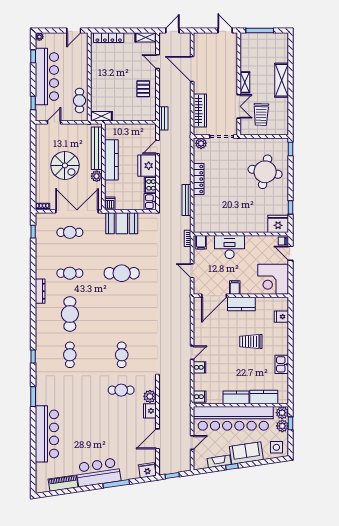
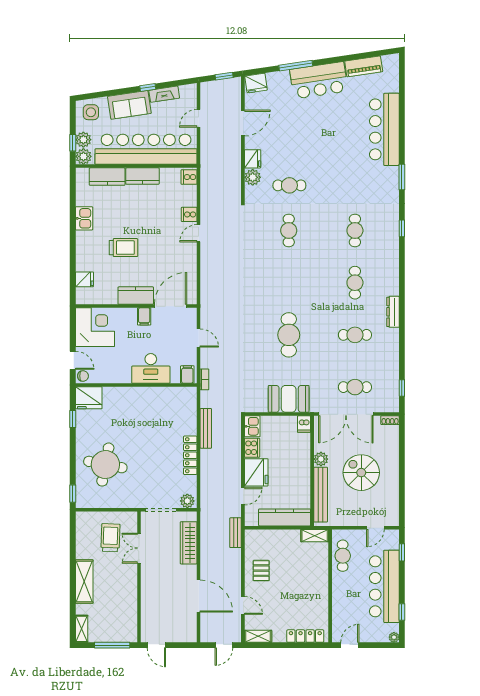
shelving: (245, 82) -> (82, 629), moved
kitchen counter: (111, 160) -> (285, 517), moved, turned 90
cafe table: (122, 273) -> (289, 335), turned 90
cafe table: (70, 314) -> (355, 283), width x0.73, depth x0.74

